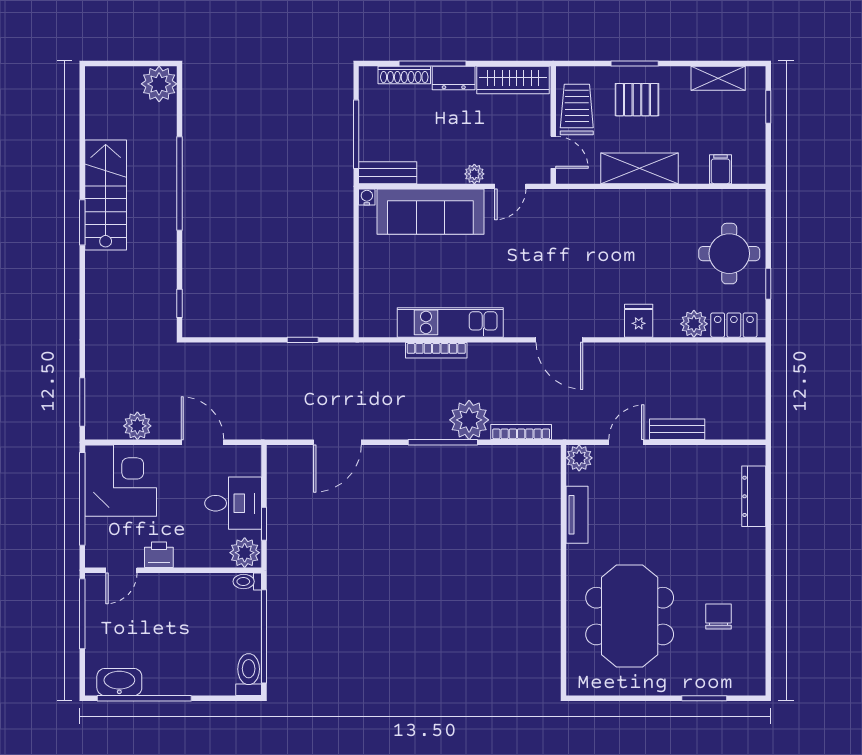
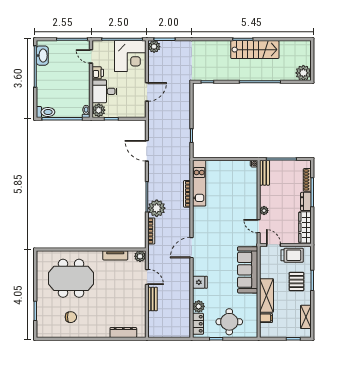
door: (553, 152) -> (273, 245), swing flipped
shelving: (640, 168) -> (266, 295), moved
sofa: (430, 212) -> (248, 270), moved
kitchen unit: (450, 322) -> (199, 183), moved
plant: (137, 426) -> (154, 47), moved
desk: (233, 503) -> (104, 91), moved, turned 90

